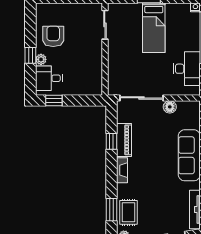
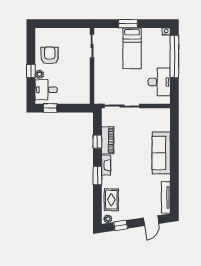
floor lamp: (170, 107) -> (145, 113), removed
window: (111, 210) -> (97, 176), moved

